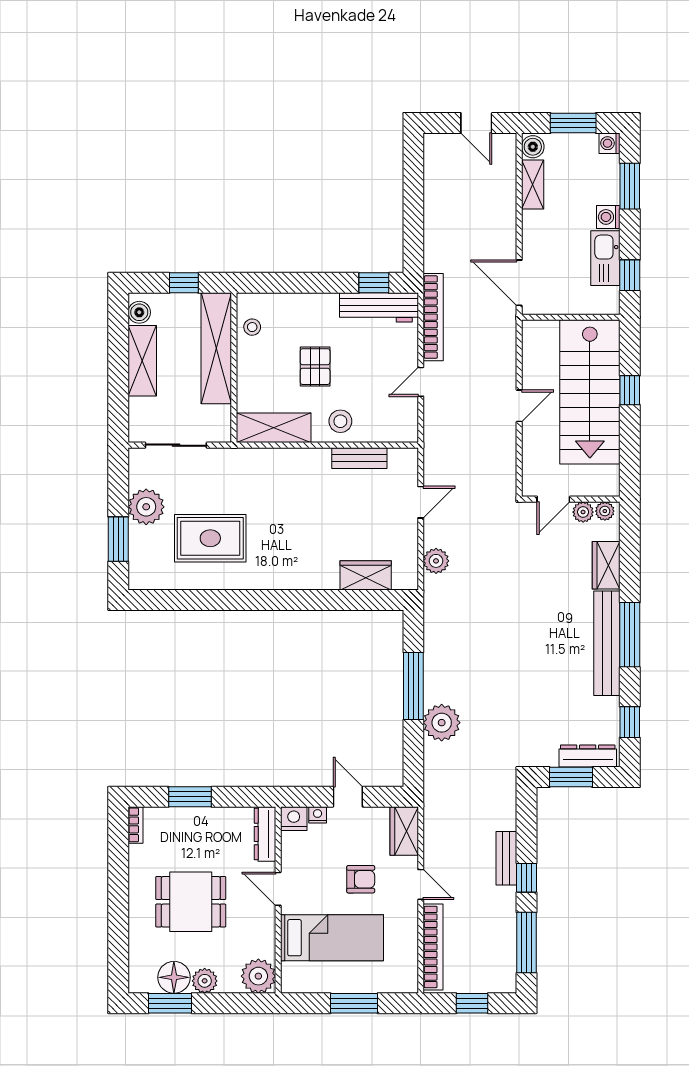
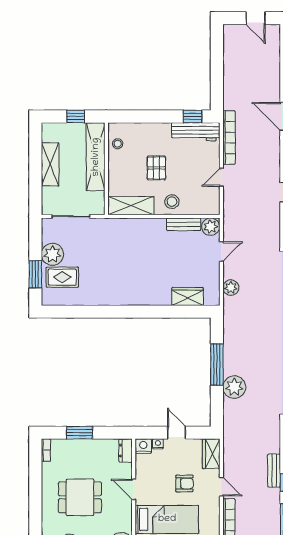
boiler: (139, 312) -> (48, 135), removed
plant: (403, 462) -> (211, 227), added
rug: (210, 538) -> (62, 277), moved, width x0.73, depth x0.70
dresser: (265, 834) -> (126, 450), width x0.70

